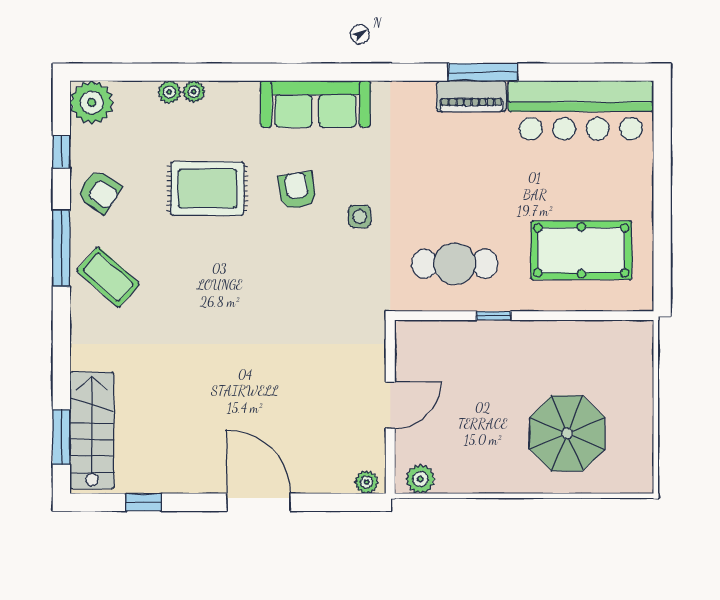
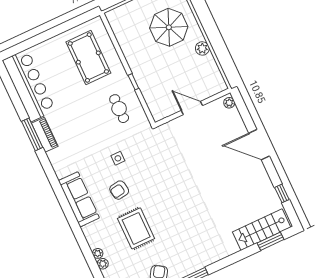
cafe table: (455, 264) -> (119, 109), width x0.73, depth x0.74
coffee table: (108, 277) -> (193, 253), removed
plant: (420, 479) -> (202, 48), moved
door: (259, 502) -> (259, 145), hinge flipped

